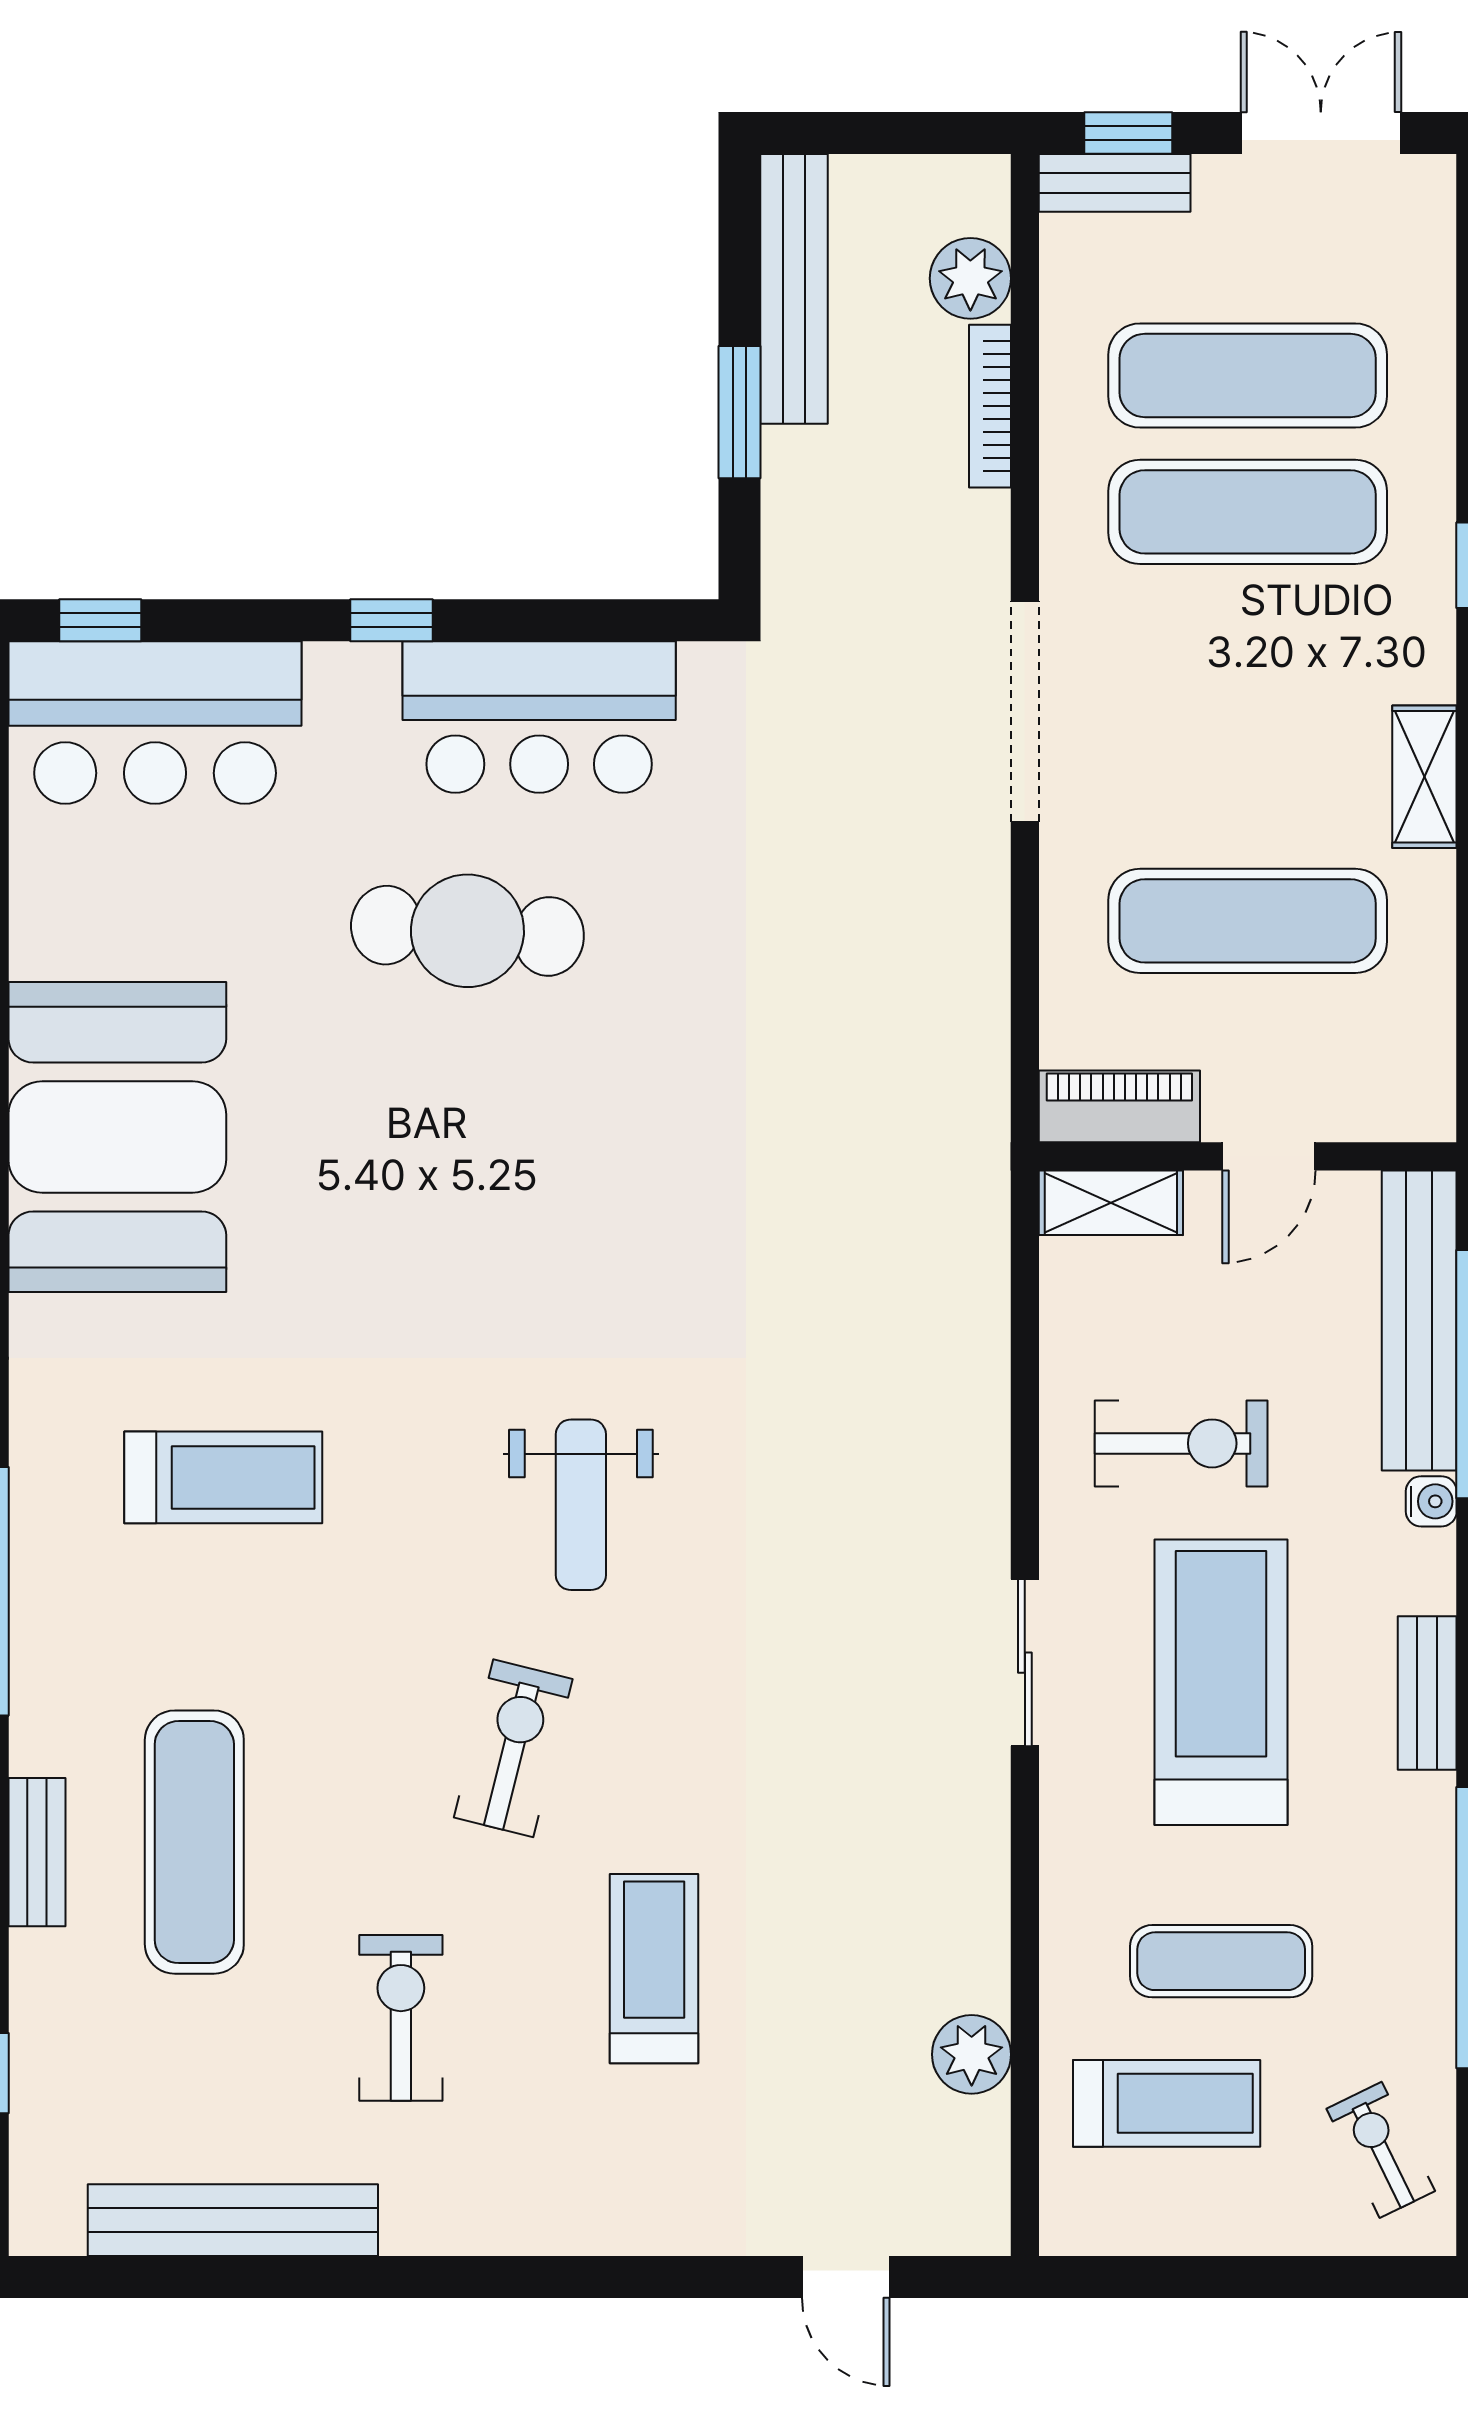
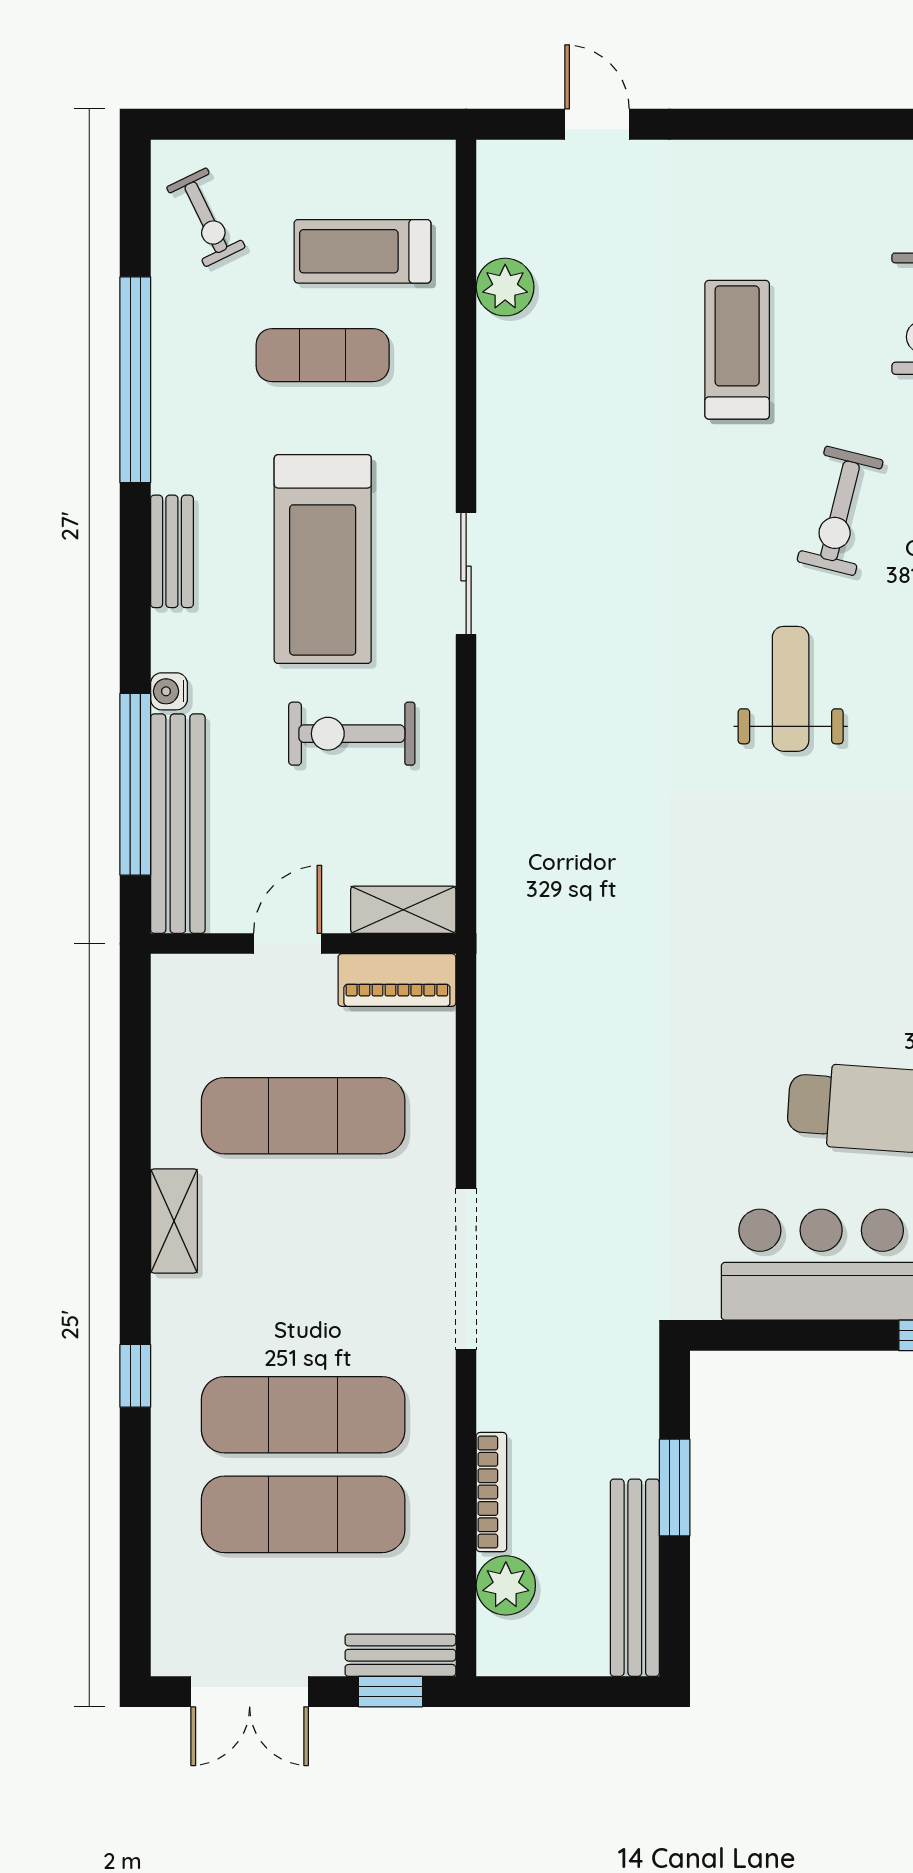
treadmill: (654, 1969) -> (737, 350), turned 180

